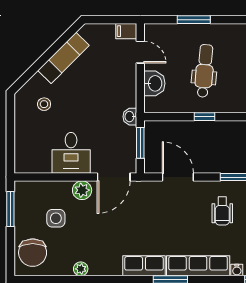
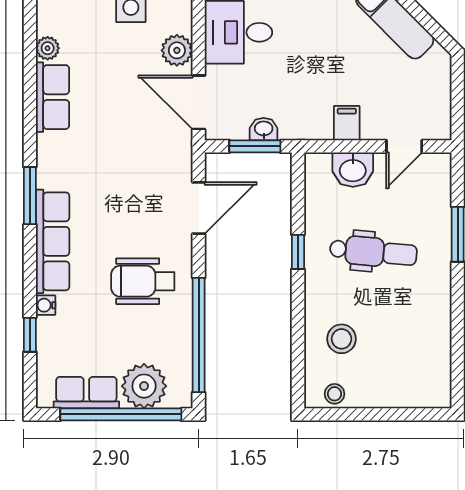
filing cabinet: (126, 31) -> (347, 123), moved
washbasin: (130, 117) -> (264, 129), moved
wheelchair: (222, 211) -> (143, 281), width x1.36, depth x1.37
row of seats: (144, 266) -> (53, 97), moved

